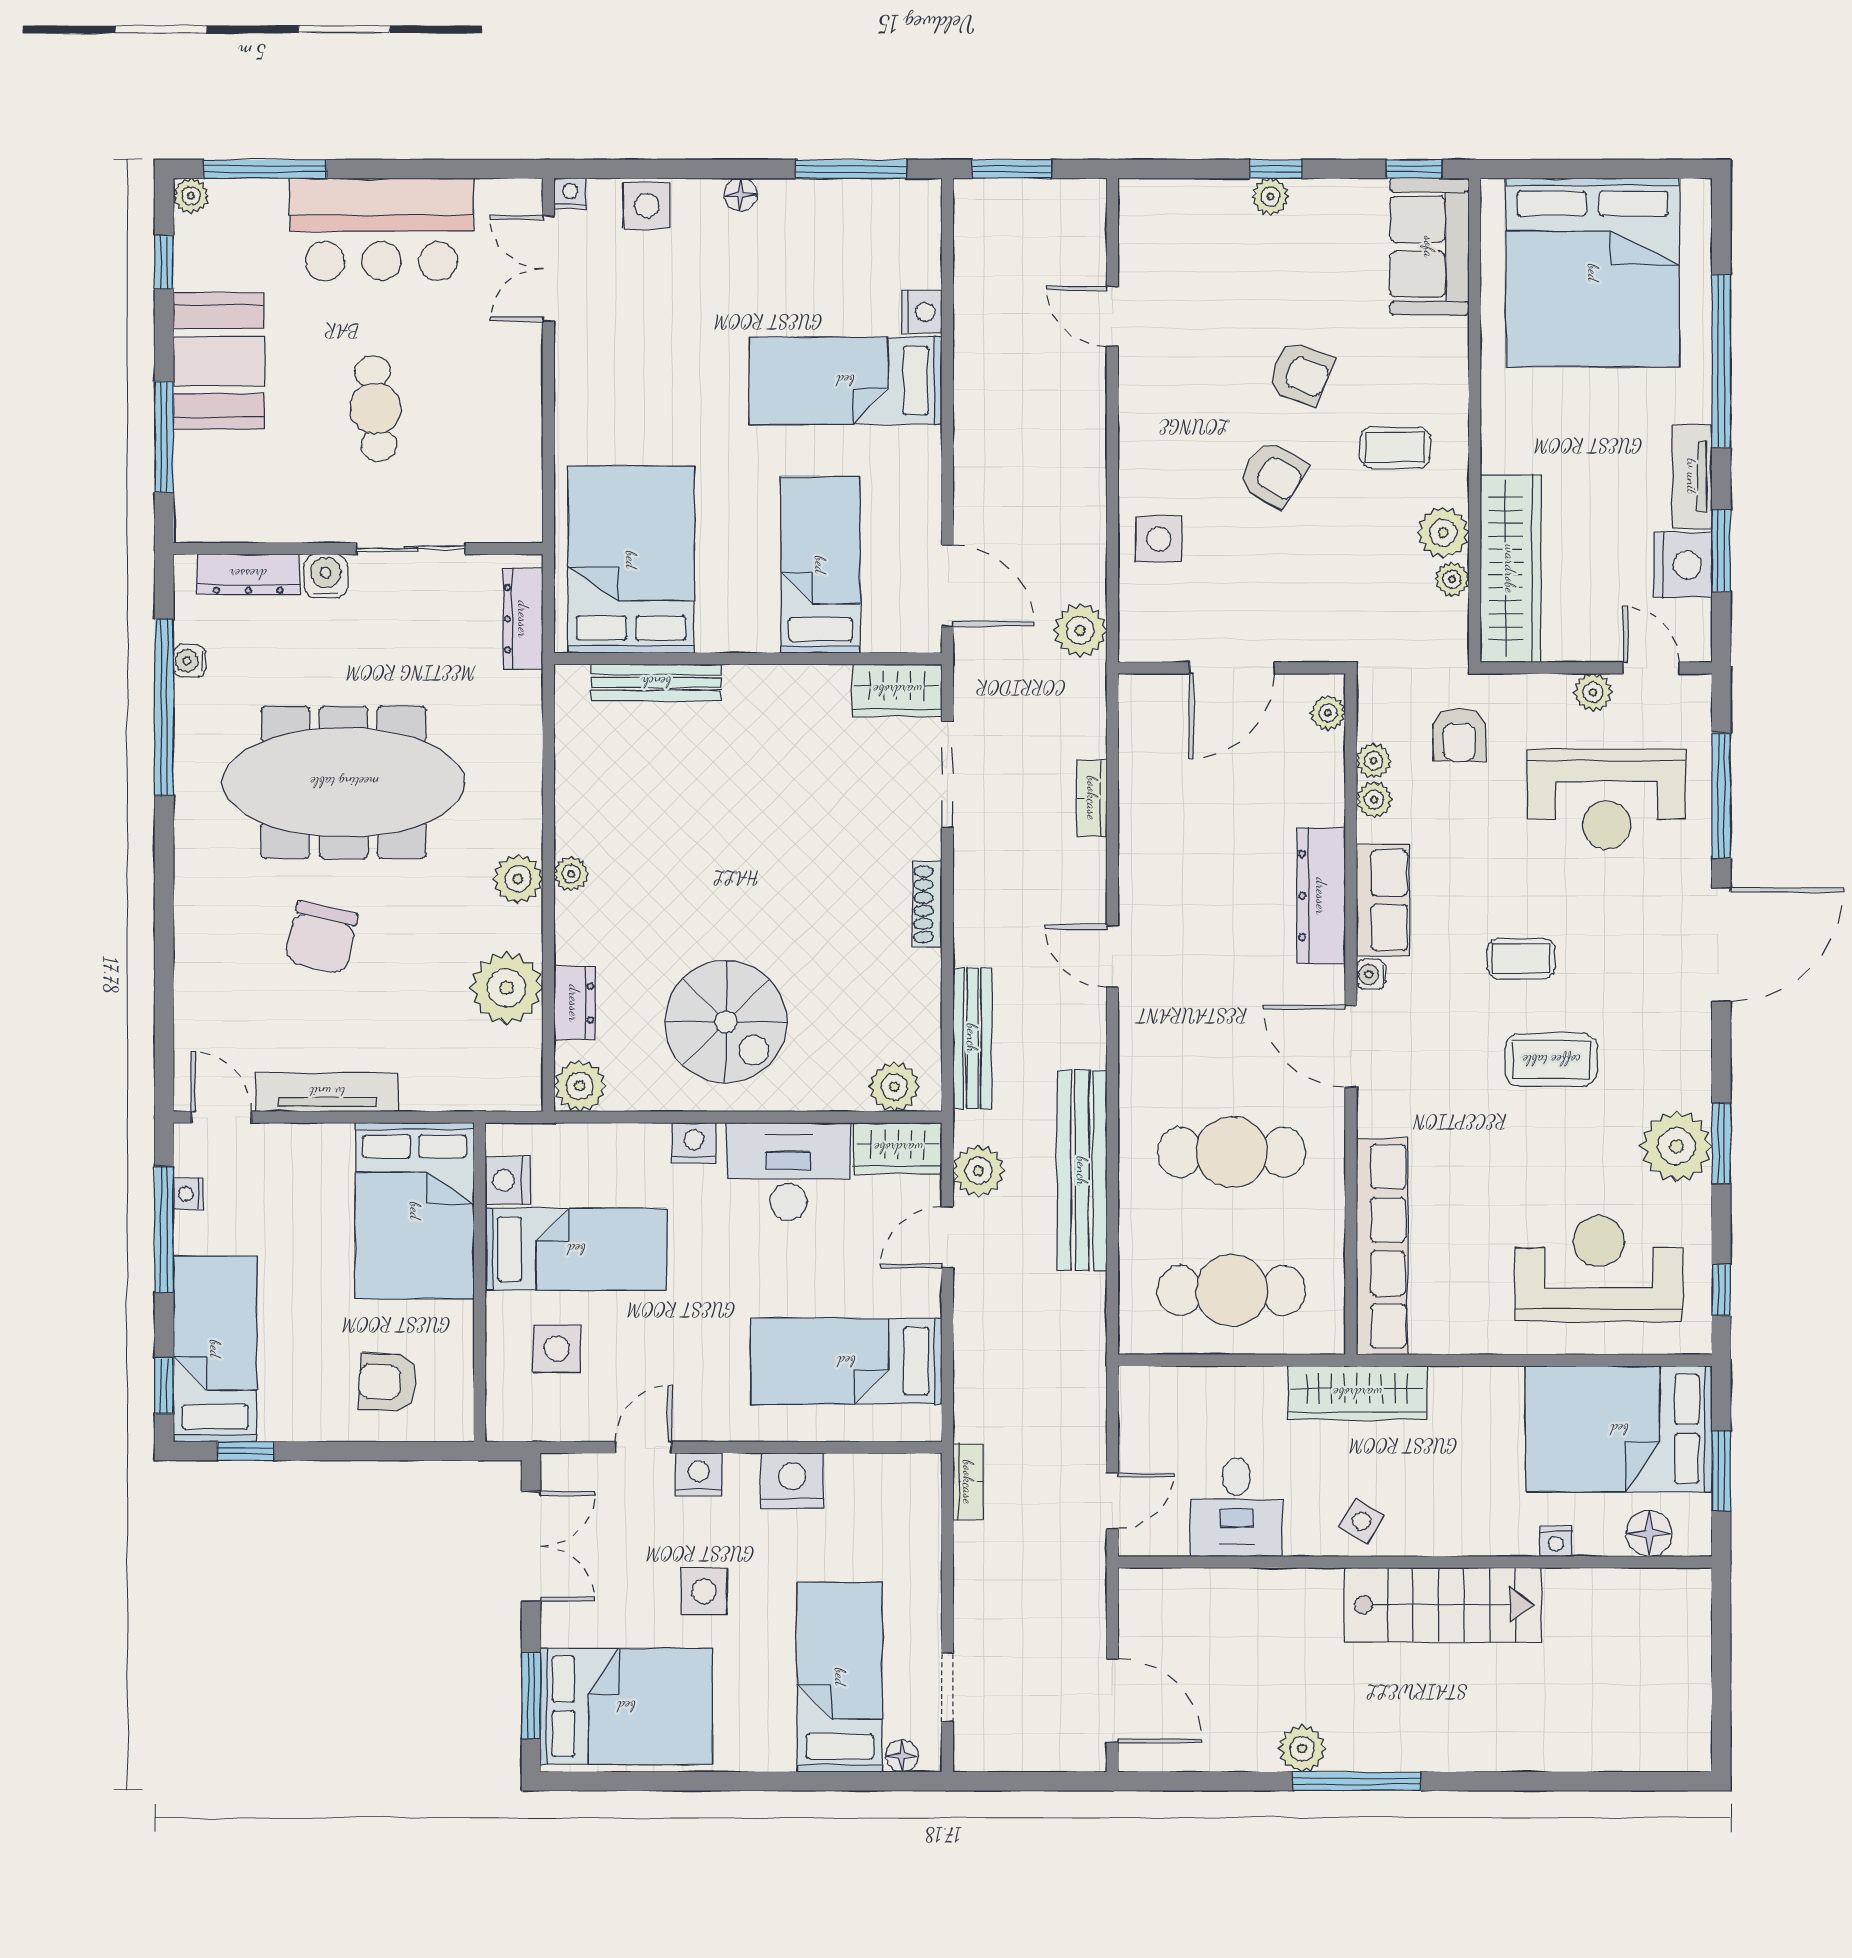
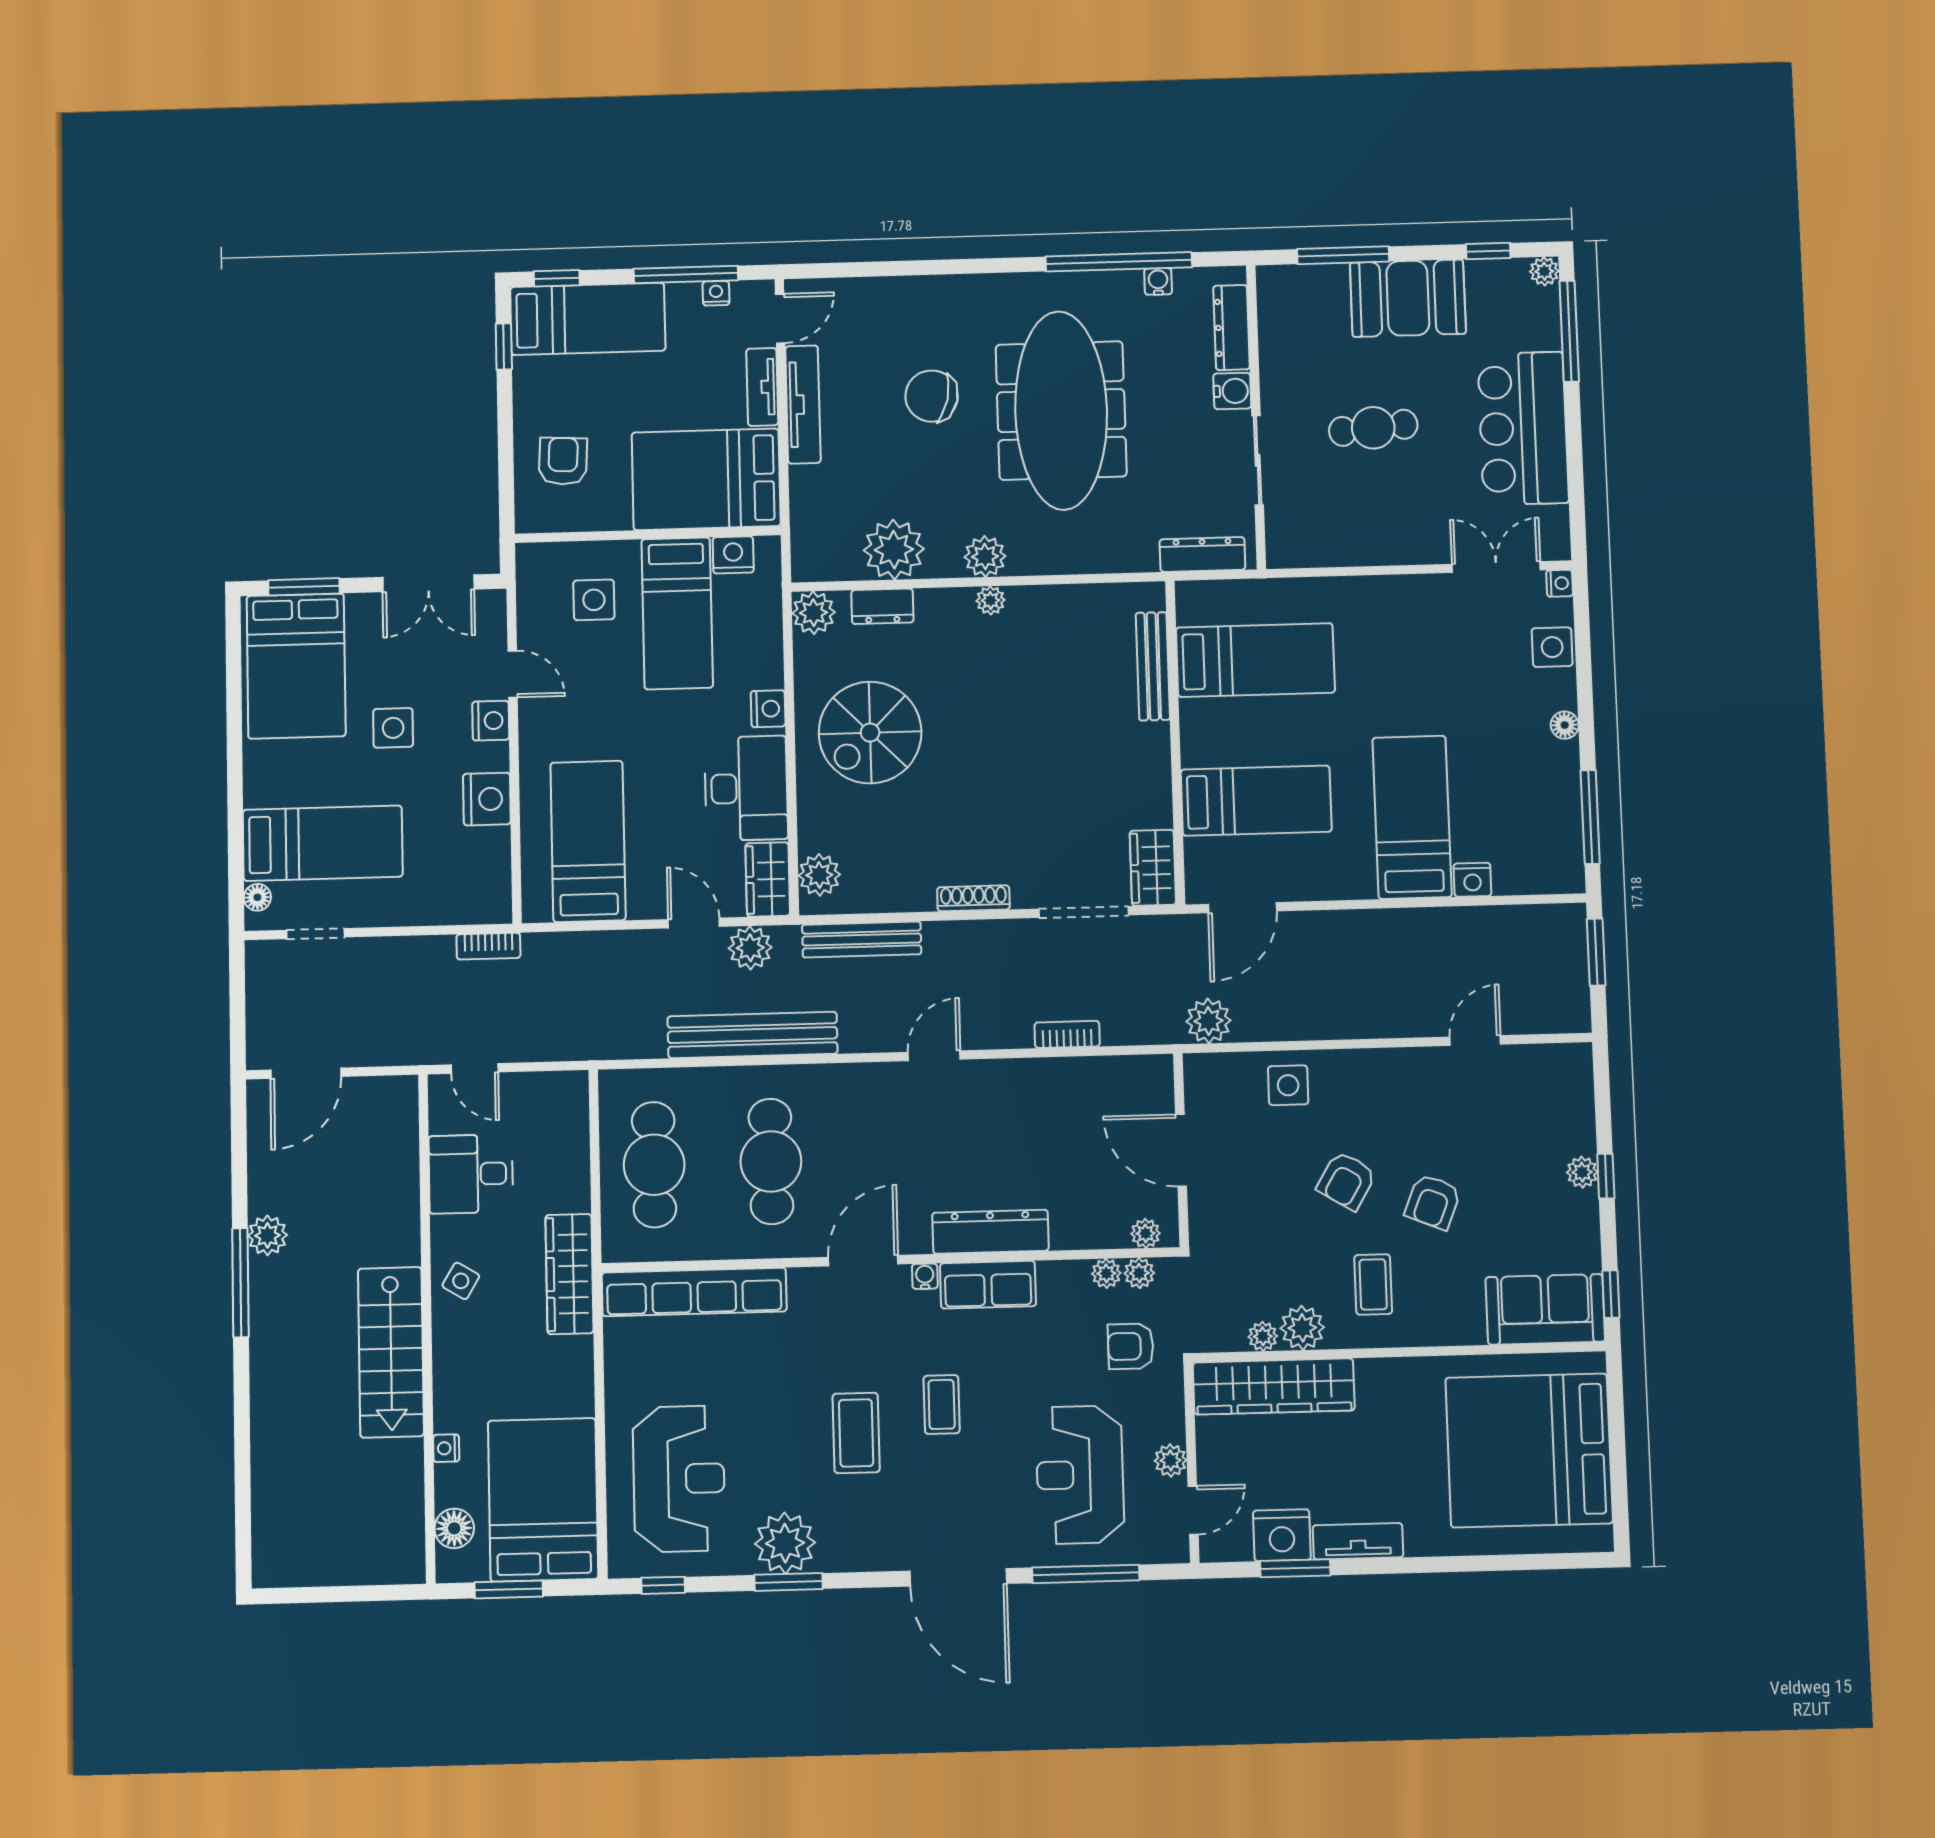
window: (1721, 361) -> (1458, 1564), removed
bed: (631, 560) -> (1255, 660), width x0.67
plant: (1374, 799) -> (1139, 1273), moved
tv unit: (304, 1141) -> (762, 387), added

